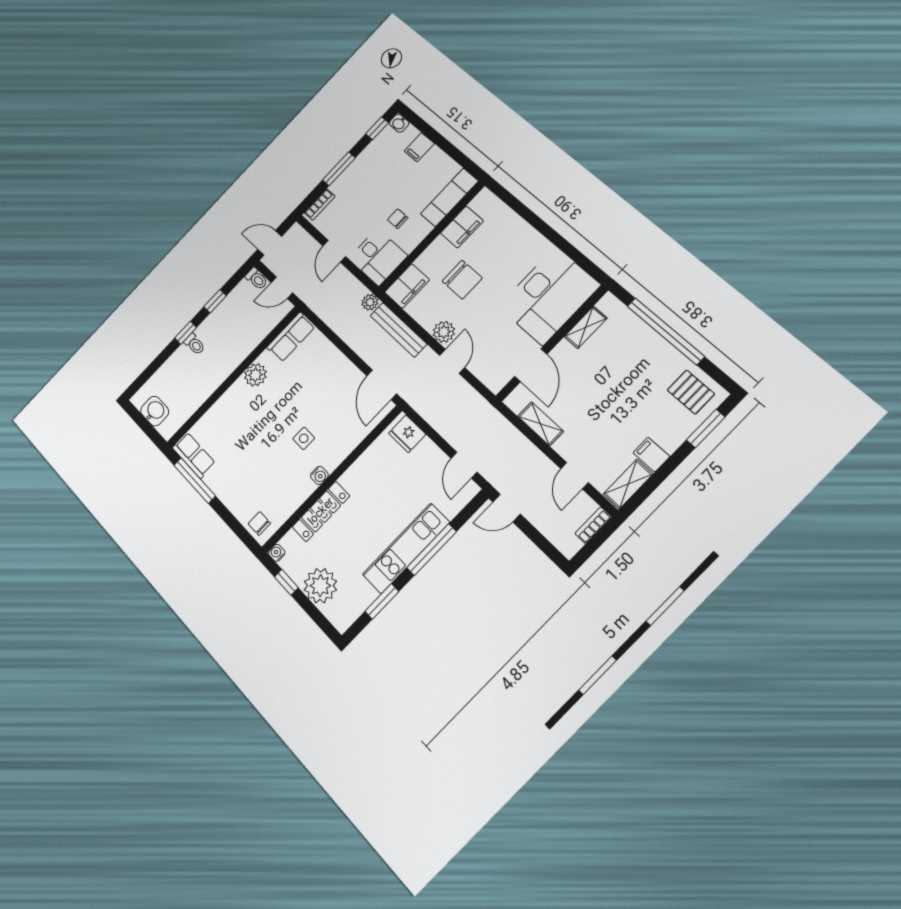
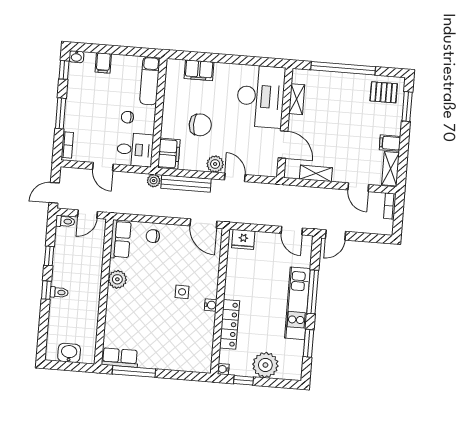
filing cabinet: (462, 227) -> (199, 70), moved, turned 90
chair: (259, 523) -> (153, 236), moved

